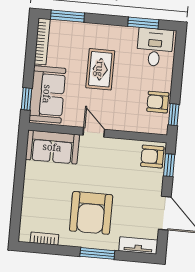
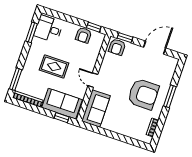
door: (94, 132) -> (93, 80), hinge flipped
tv unit: (138, 245) -> (171, 69), removed

